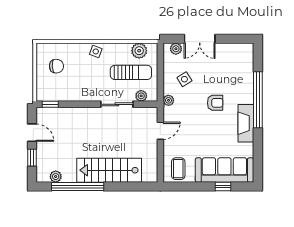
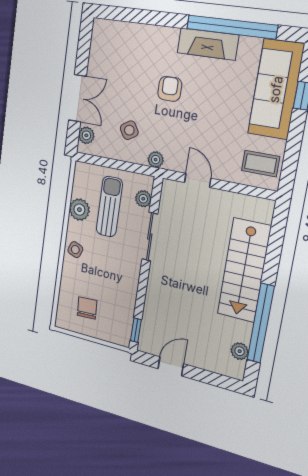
plant: (139, 51) -> (79, 210), moved
window: (258, 100) -> (232, 27), moved
window: (32, 158) -> (206, 377), removed

